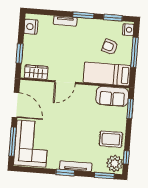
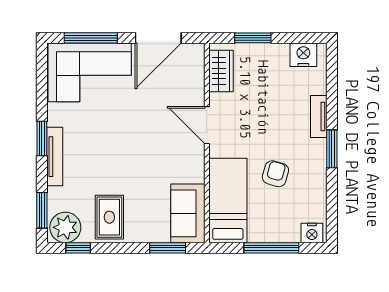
window: (113, 18) -> (332, 203), removed
armchair: (110, 47) -> (275, 174), moved

